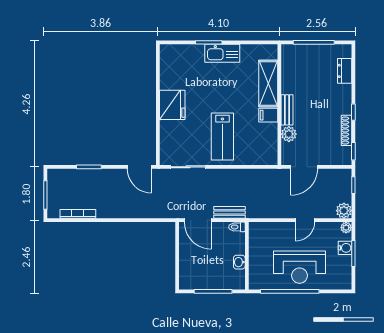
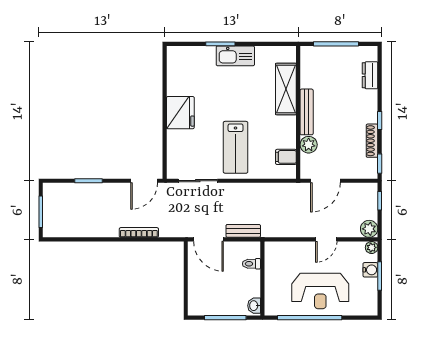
bench: (287, 110) -> (307, 112), width x1.36
filing cabinet: (268, 115) -> (286, 157), moved
door: (139, 167) -> (144, 181), hinge flipped
bookcase: (78, 214) -> (139, 232), moved
toilet: (237, 227) -> (251, 264), moved
washbasin: (239, 262) -> (254, 306), moved

